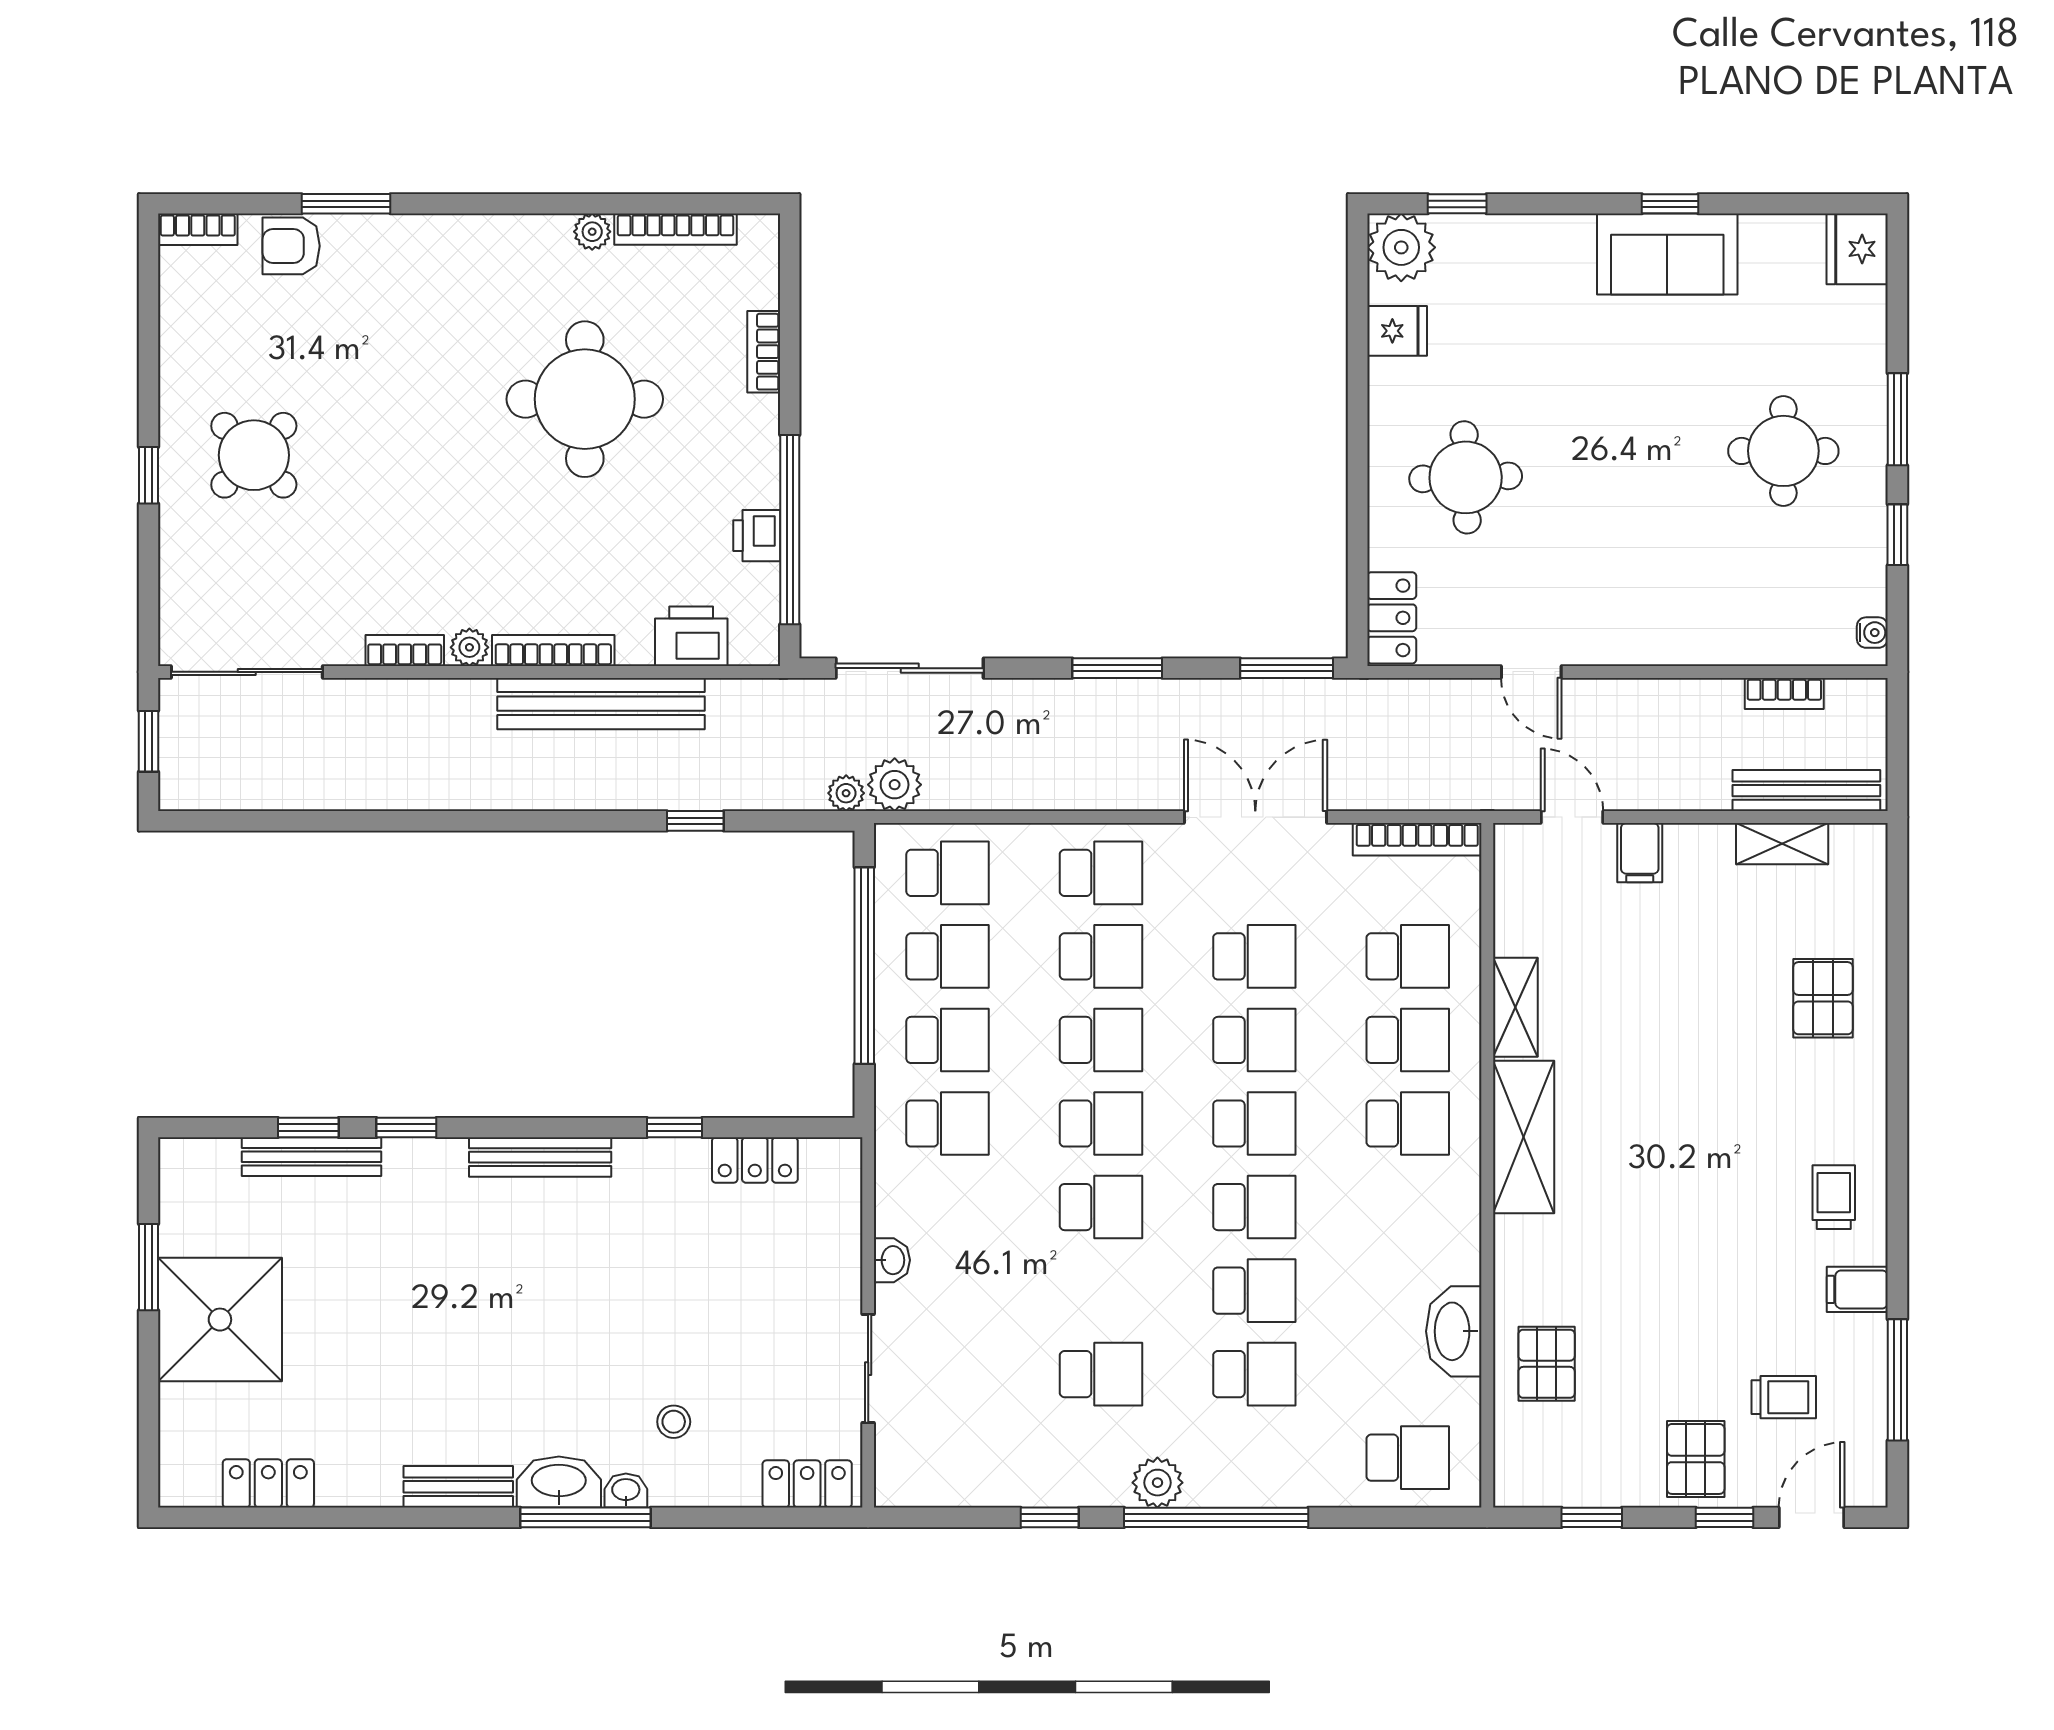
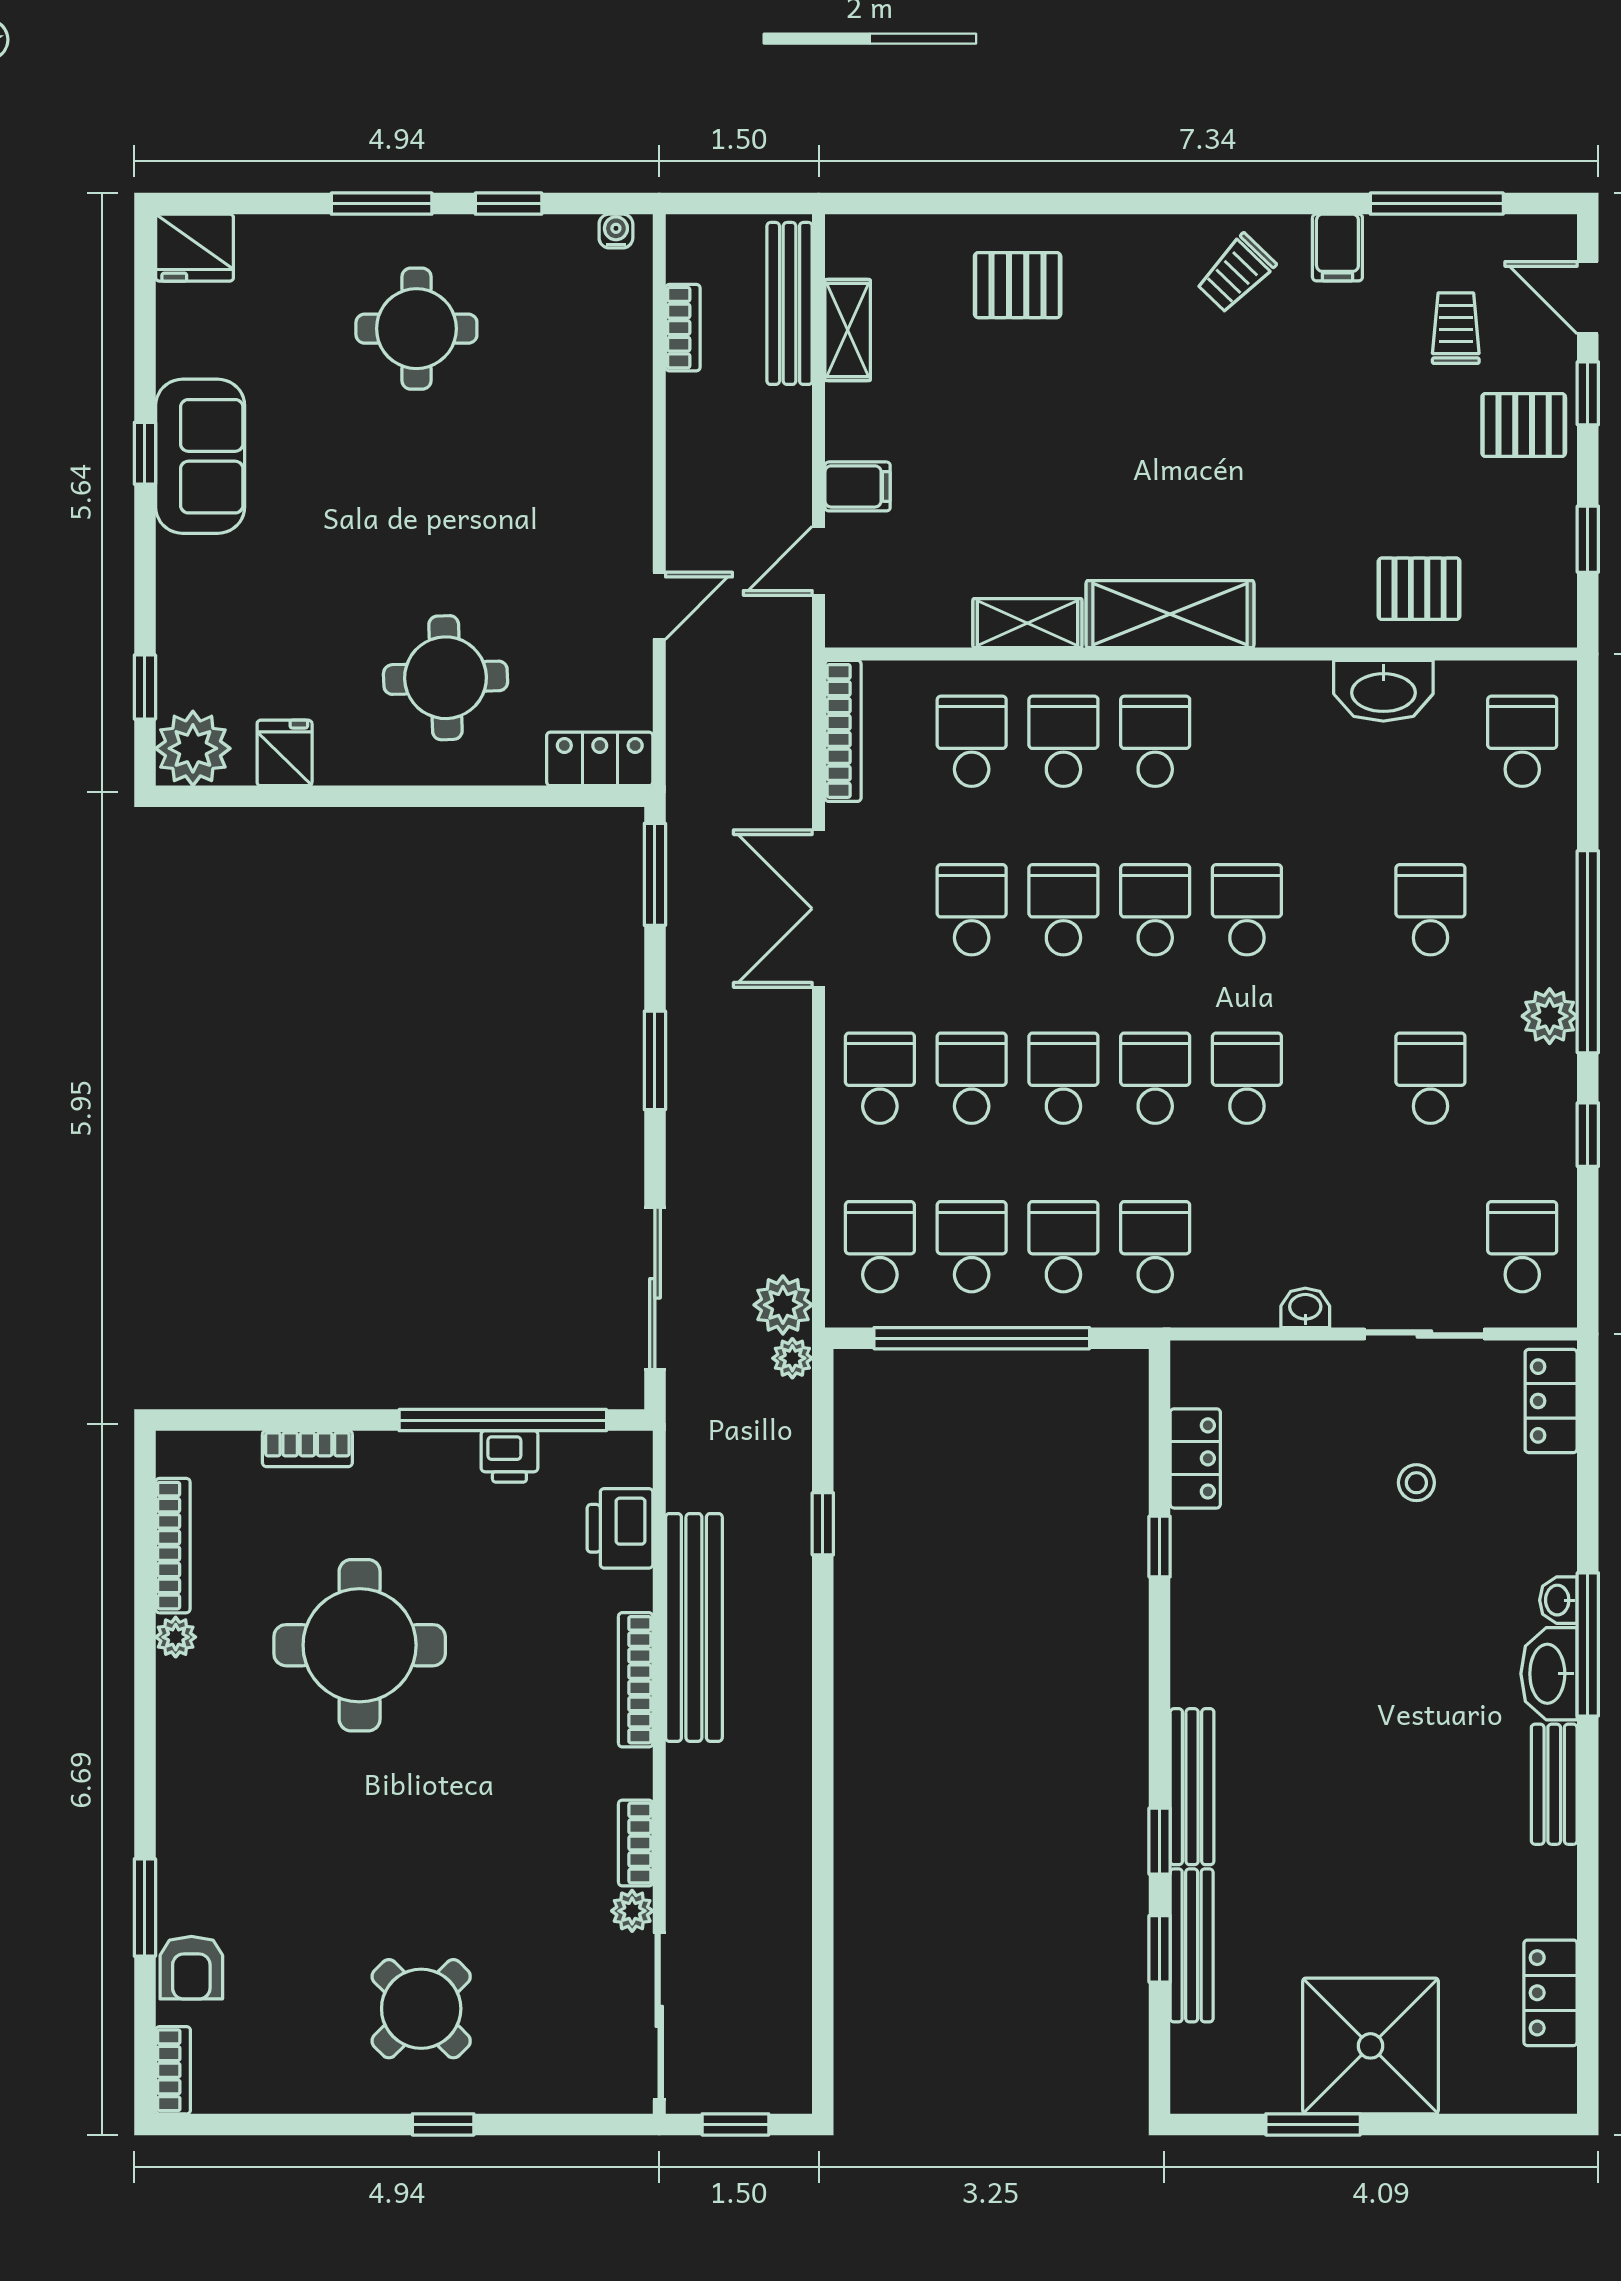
plant: (469, 647) -> (632, 1911), moved
bench: (540, 1157) -> (1192, 1787), moved
trolley: (1834, 1197) -> (1236, 273), turned -46
school desk: (1254, 1291) -> (1522, 1247), moved
stool: (674, 1422) -> (1416, 1483), moved

